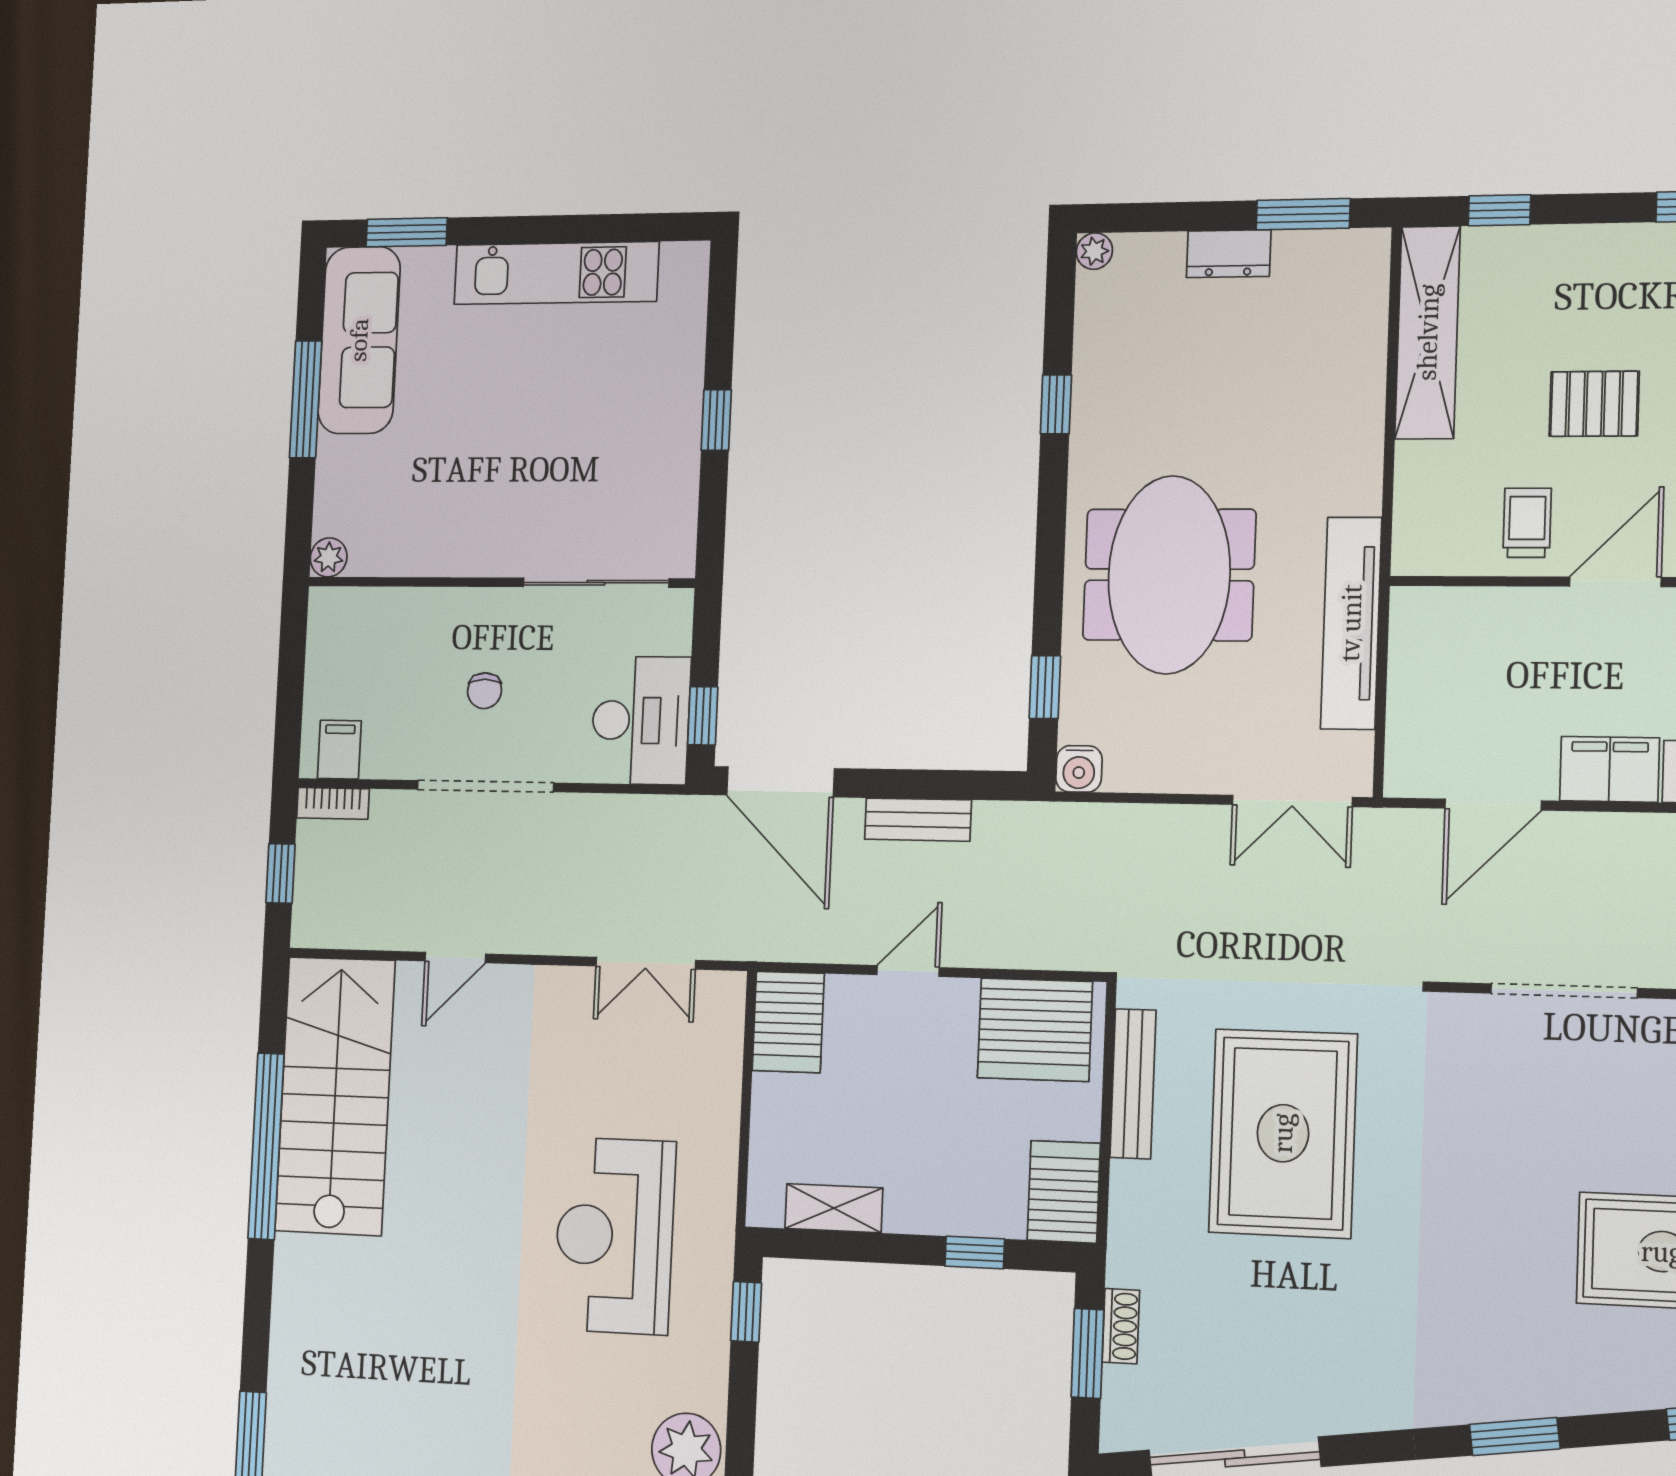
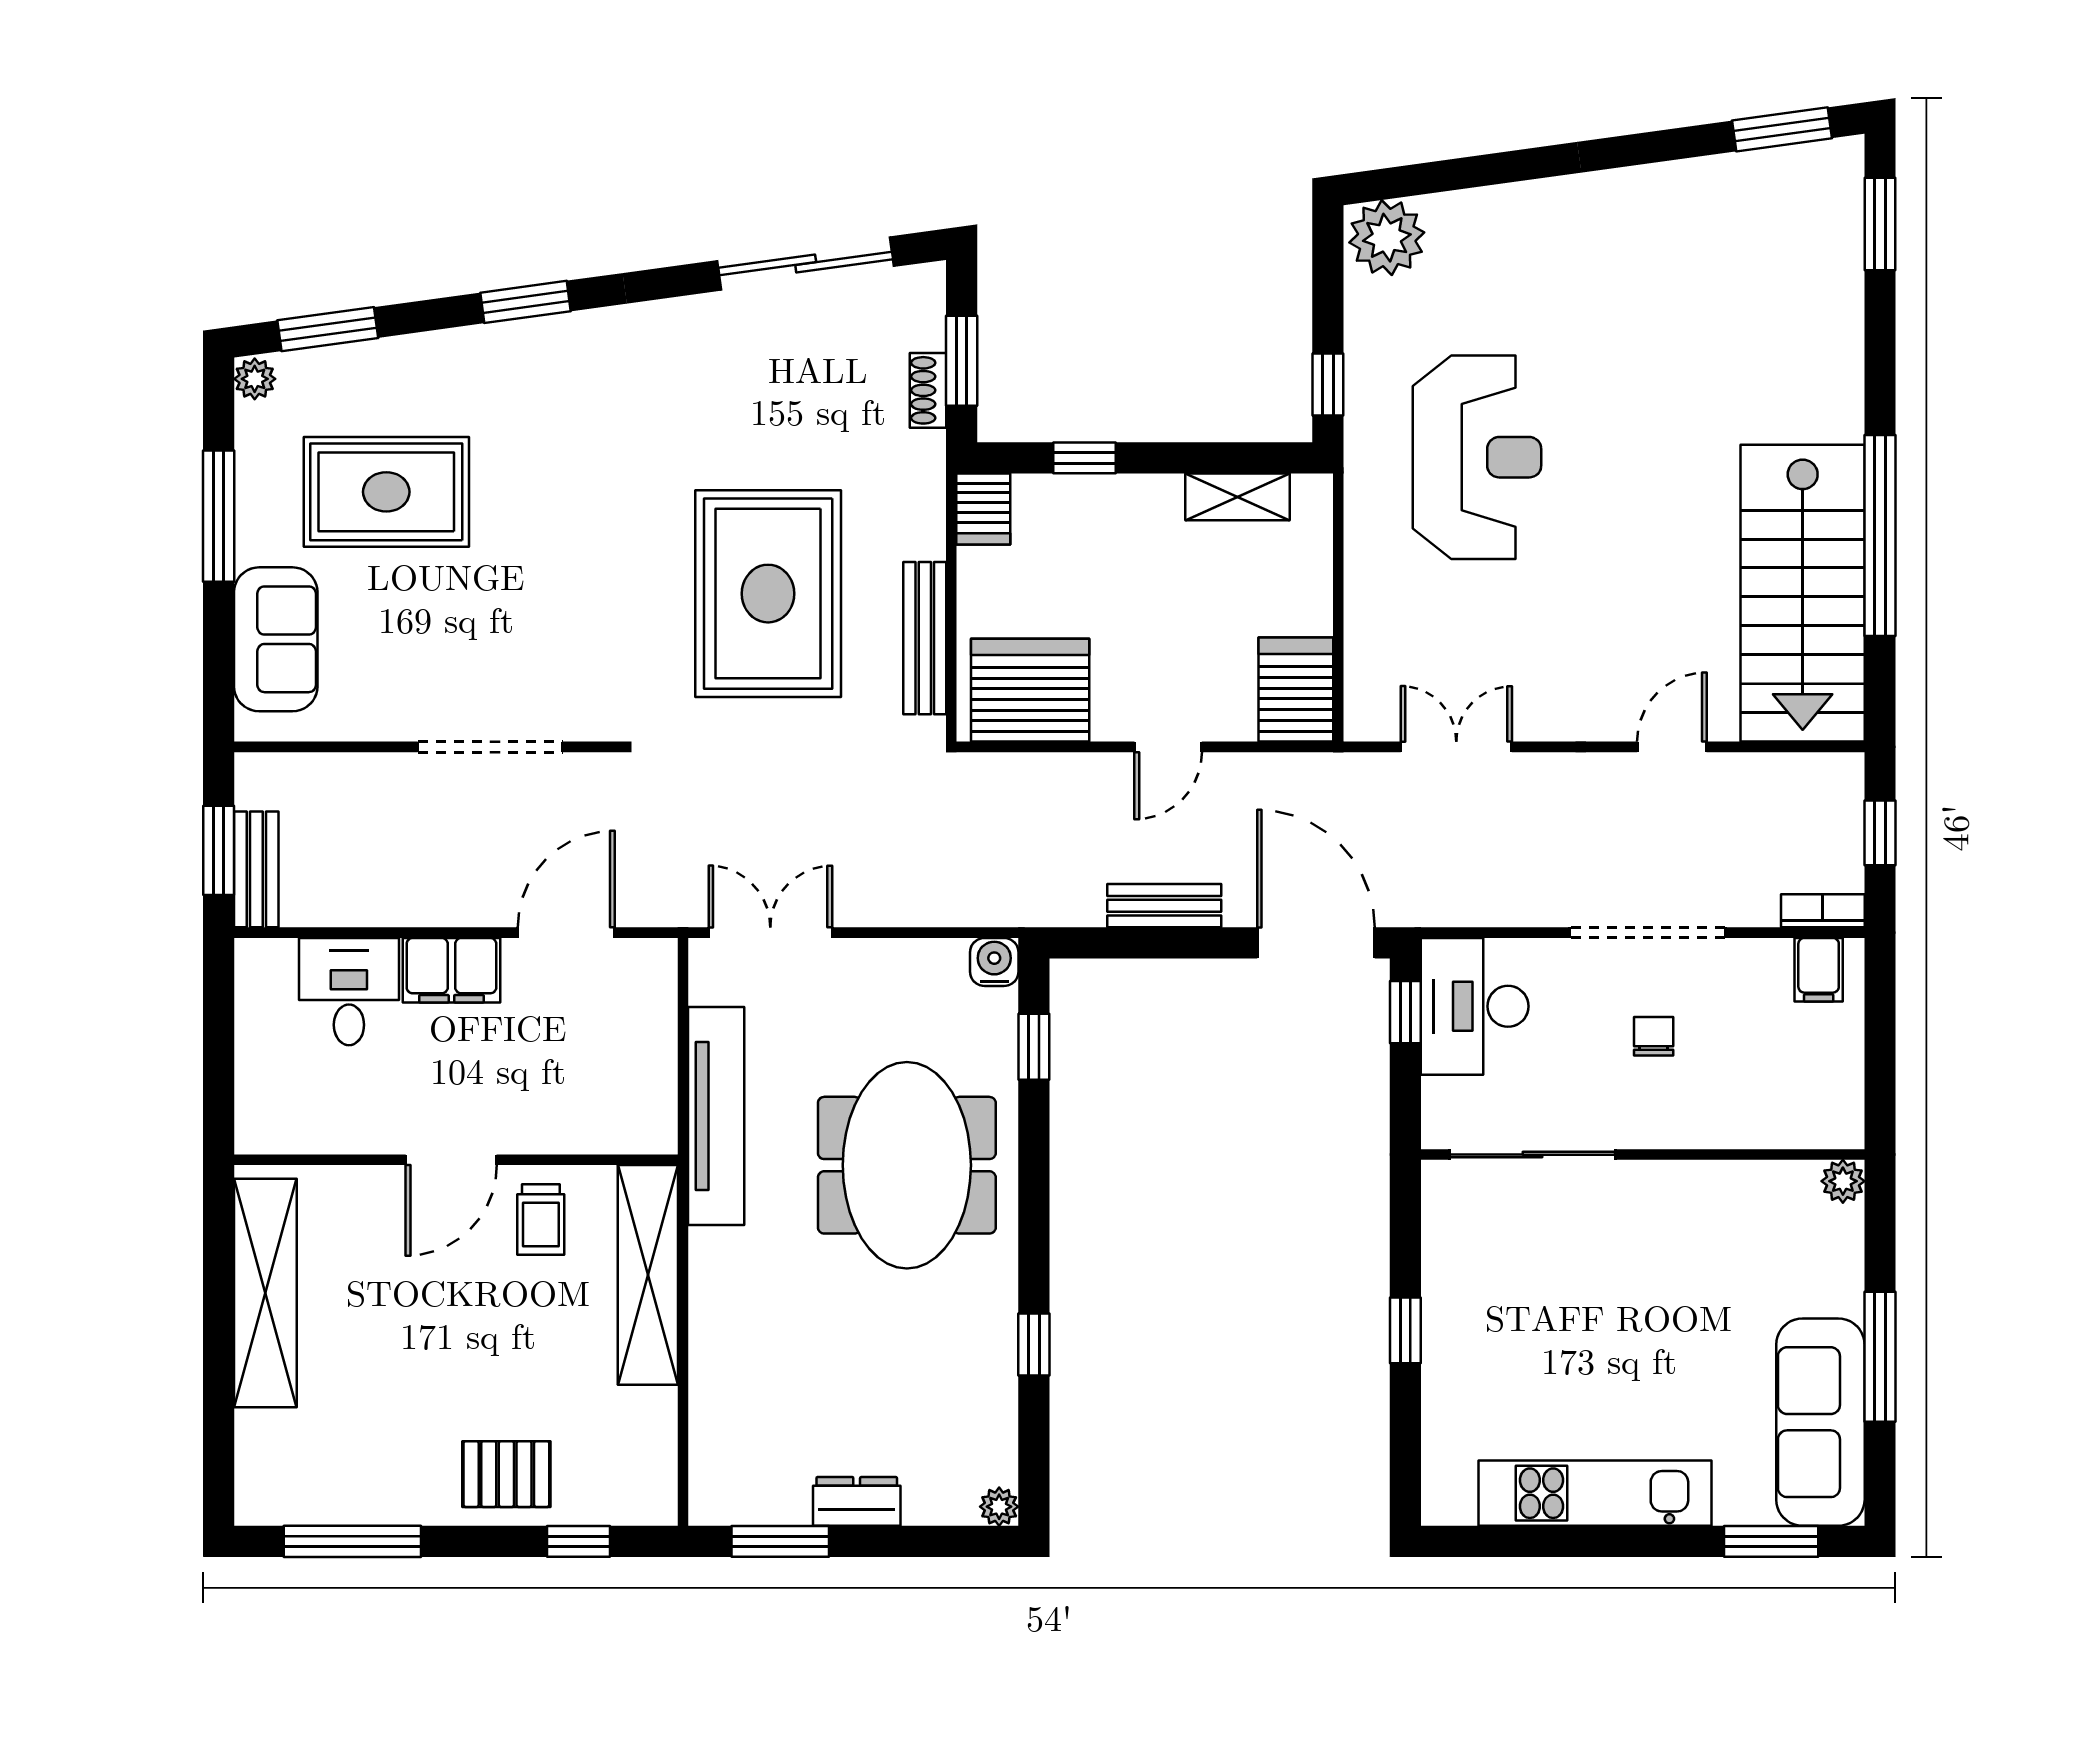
shelving: (1428, 332) -> (648, 1275), moved
pallet: (1594, 404) -> (506, 1474), moved
server rack: (1064, 1192) -> (983, 509), width x0.73, depth x0.70

